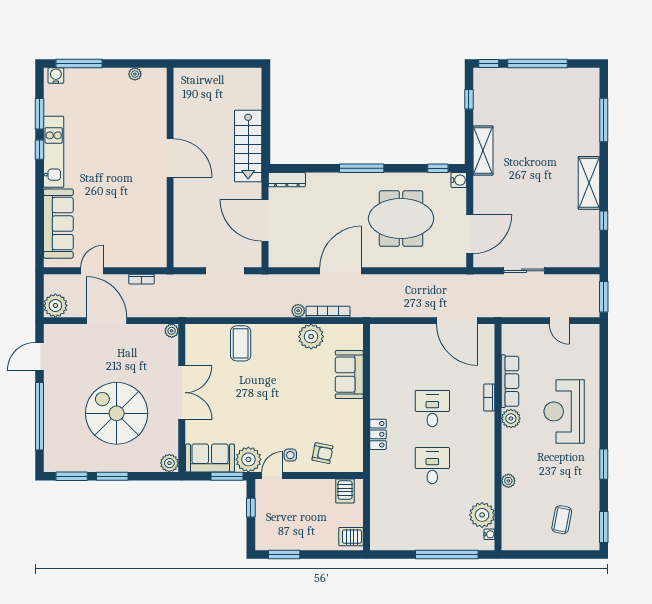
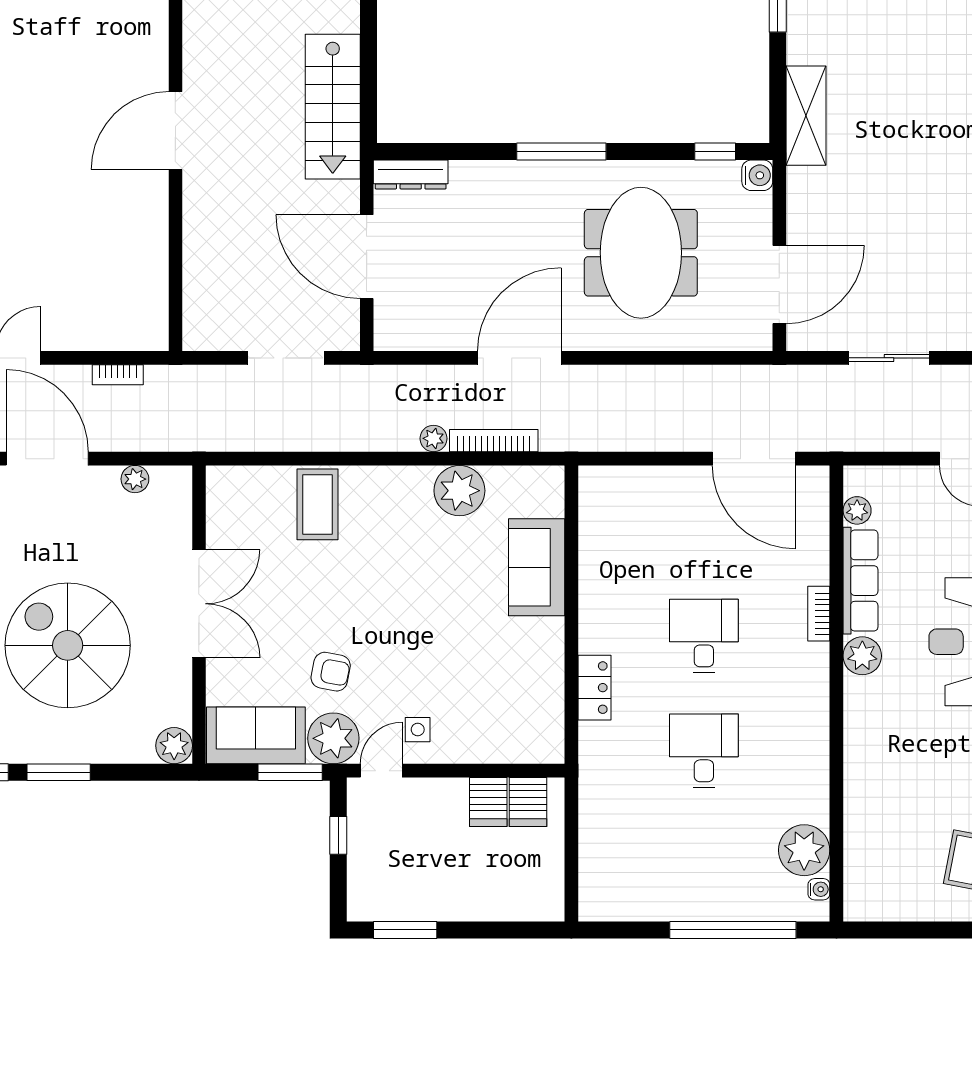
door: (170, 158) -> (175, 131), swing flipped
meeting table: (401, 219) -> (641, 253), turned 90
plant: (172, 331) -> (135, 479), moved
armchair: (322, 453) -> (331, 672), moved
plant: (508, 481) -> (857, 510), moved
server rack: (351, 537) -> (488, 802), moved, turned -90

